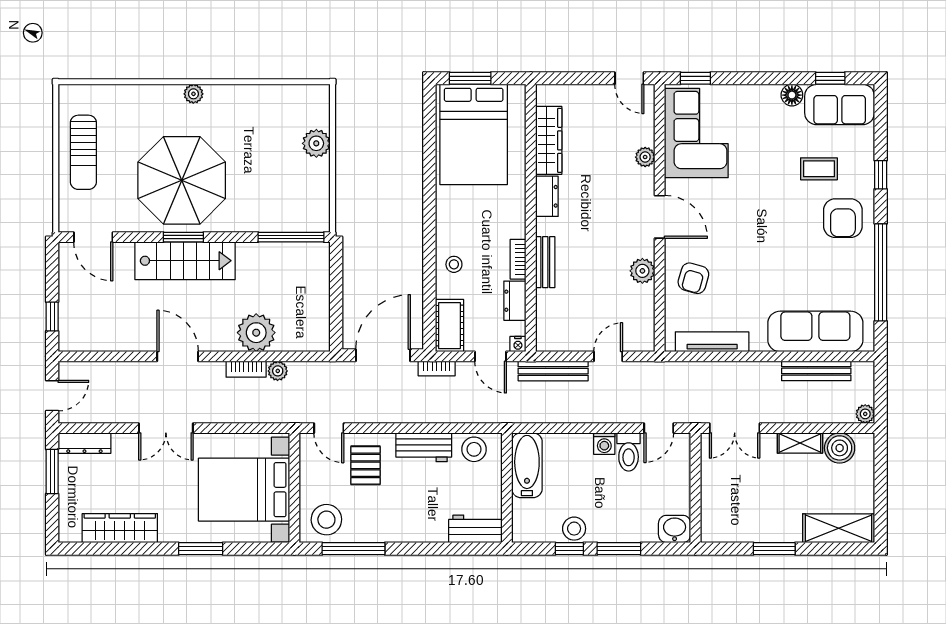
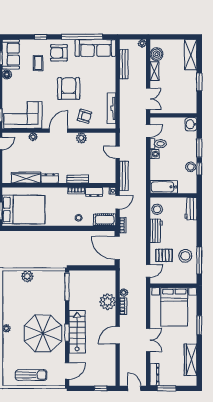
armchair: (843, 218) -> (59, 53), turned 180
armchair: (759, 241) -> (69, 89), added
sofa: (815, 331) -> (95, 48), moved, turned -90
door: (659, 428) -> (148, 131), hinge flipped
stool: (326, 520) -> (185, 256), moved

